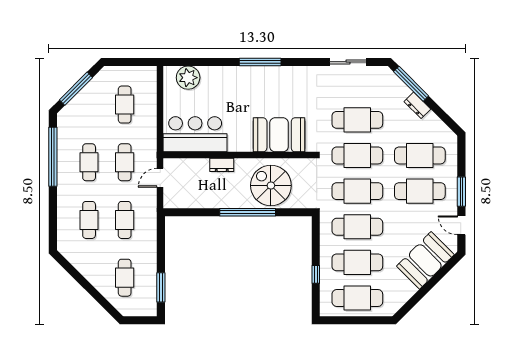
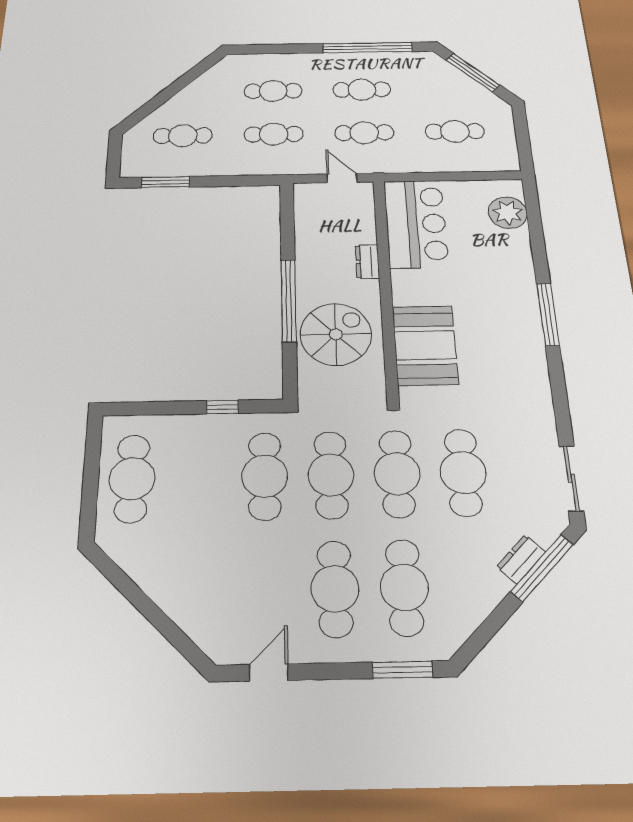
sliding door: (348, 62) -> (571, 478), moved
dresser: (417, 105) -> (521, 559), moved
window: (461, 192) -> (402, 670), moved
booth: (425, 260) -> (199, 602), removed
cafe table: (357, 262) -> (198, 477), removed
window: (316, 274) -> (222, 407), moved

